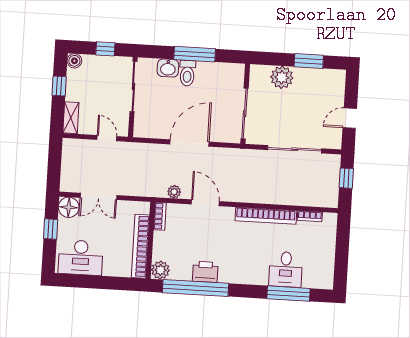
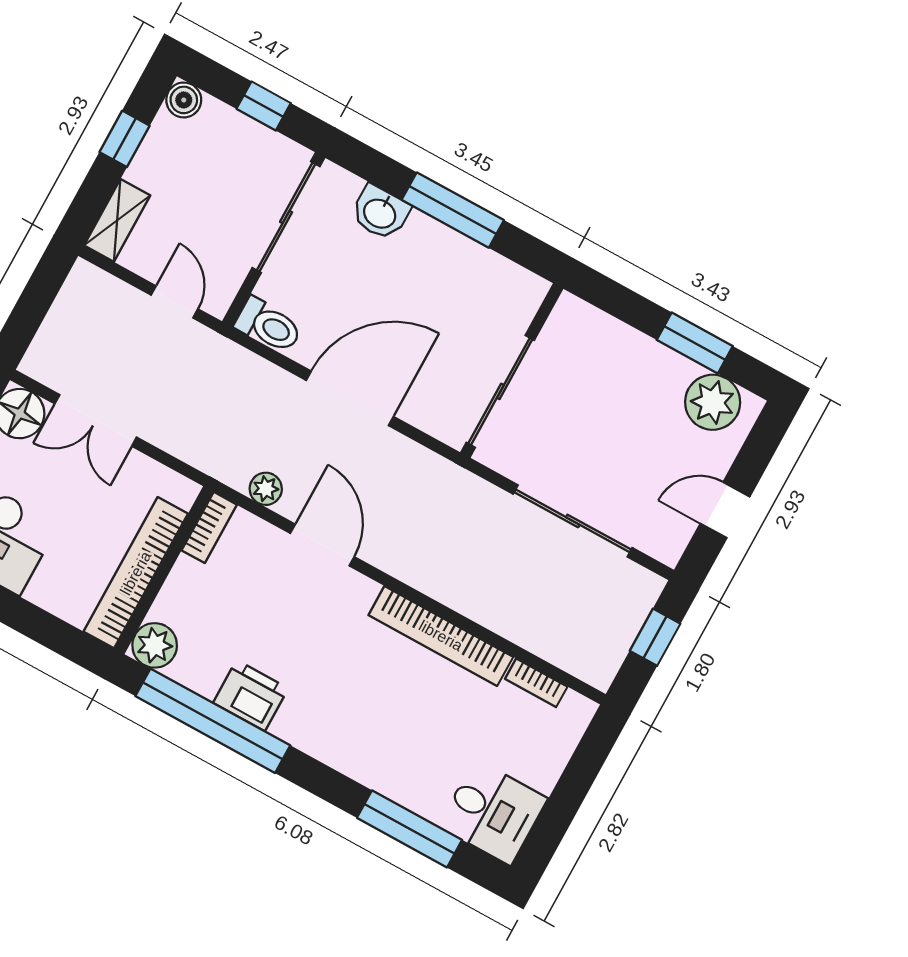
toilet: (187, 73) -> (269, 325), moved, turned -90
plant: (282, 77) -> (713, 402), moved
desk: (286, 269) -> (493, 812), moved, turned -90

